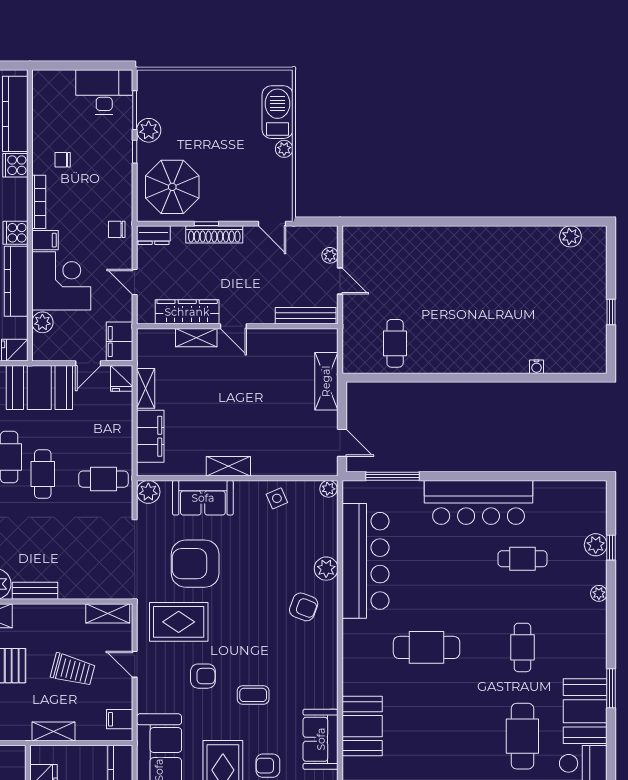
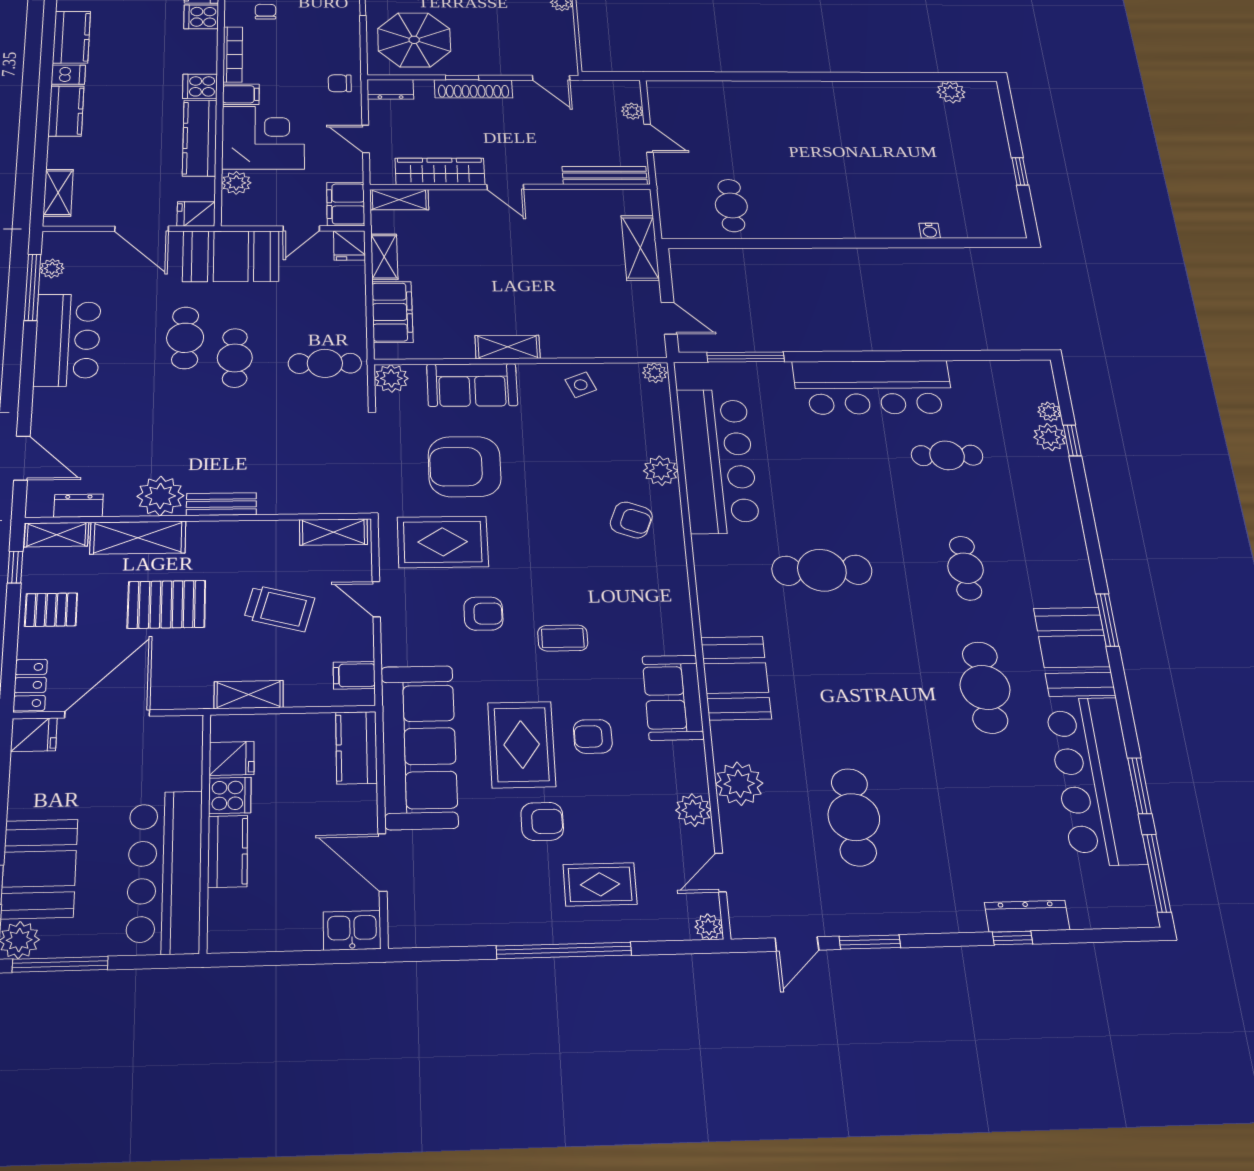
chair: (63, 160) -> (265, 12), turned 90
shelving: (196, 338) -> (399, 200), moved
plant: (599, 593) -> (1049, 412), moved

